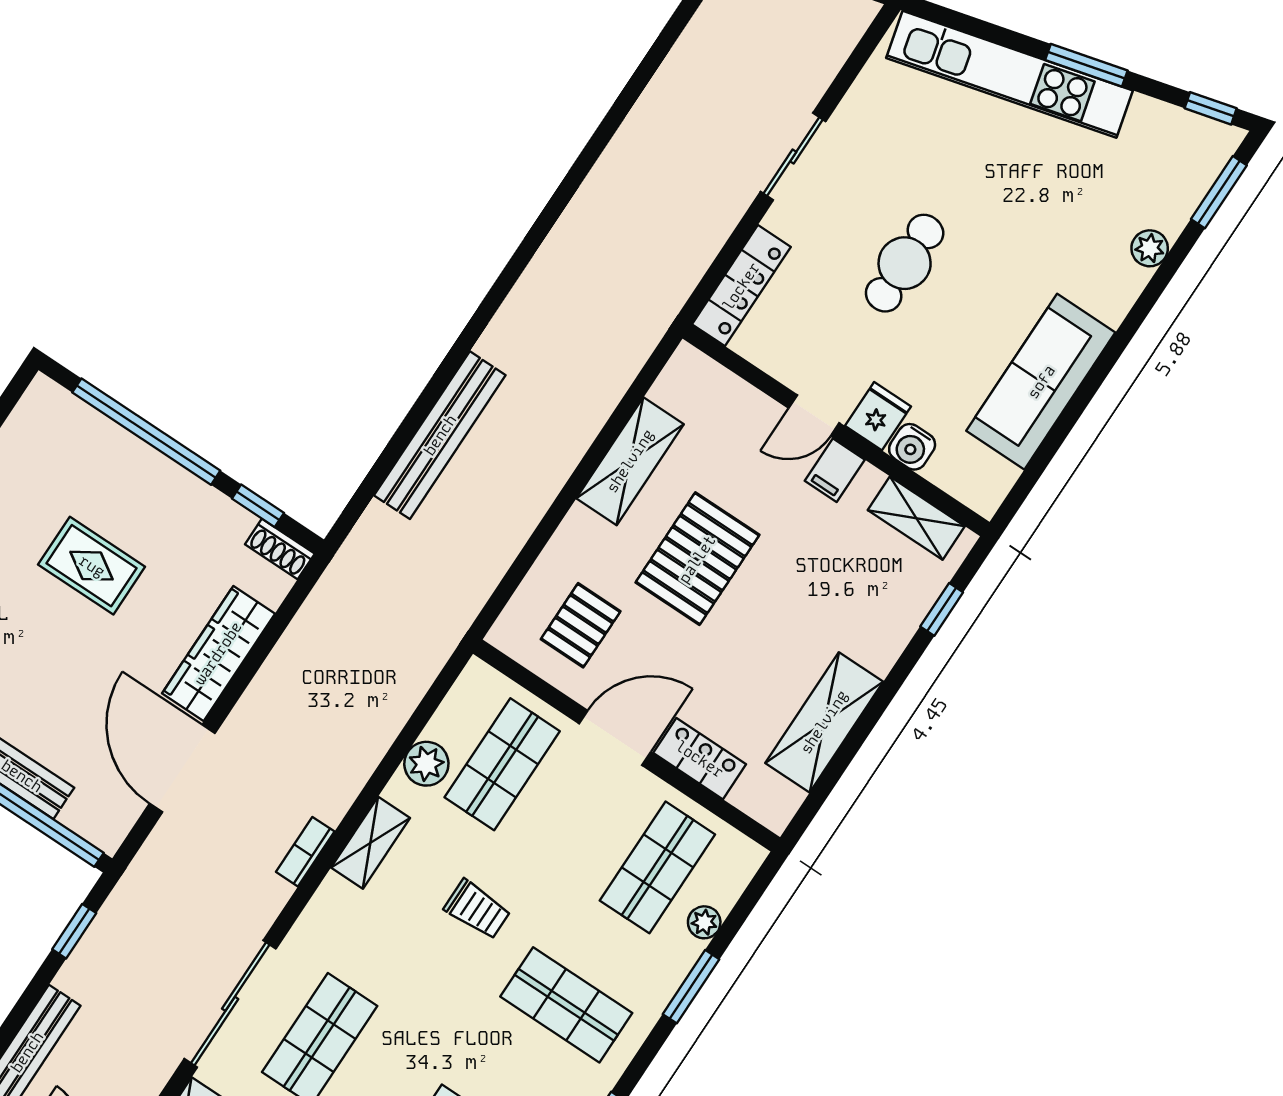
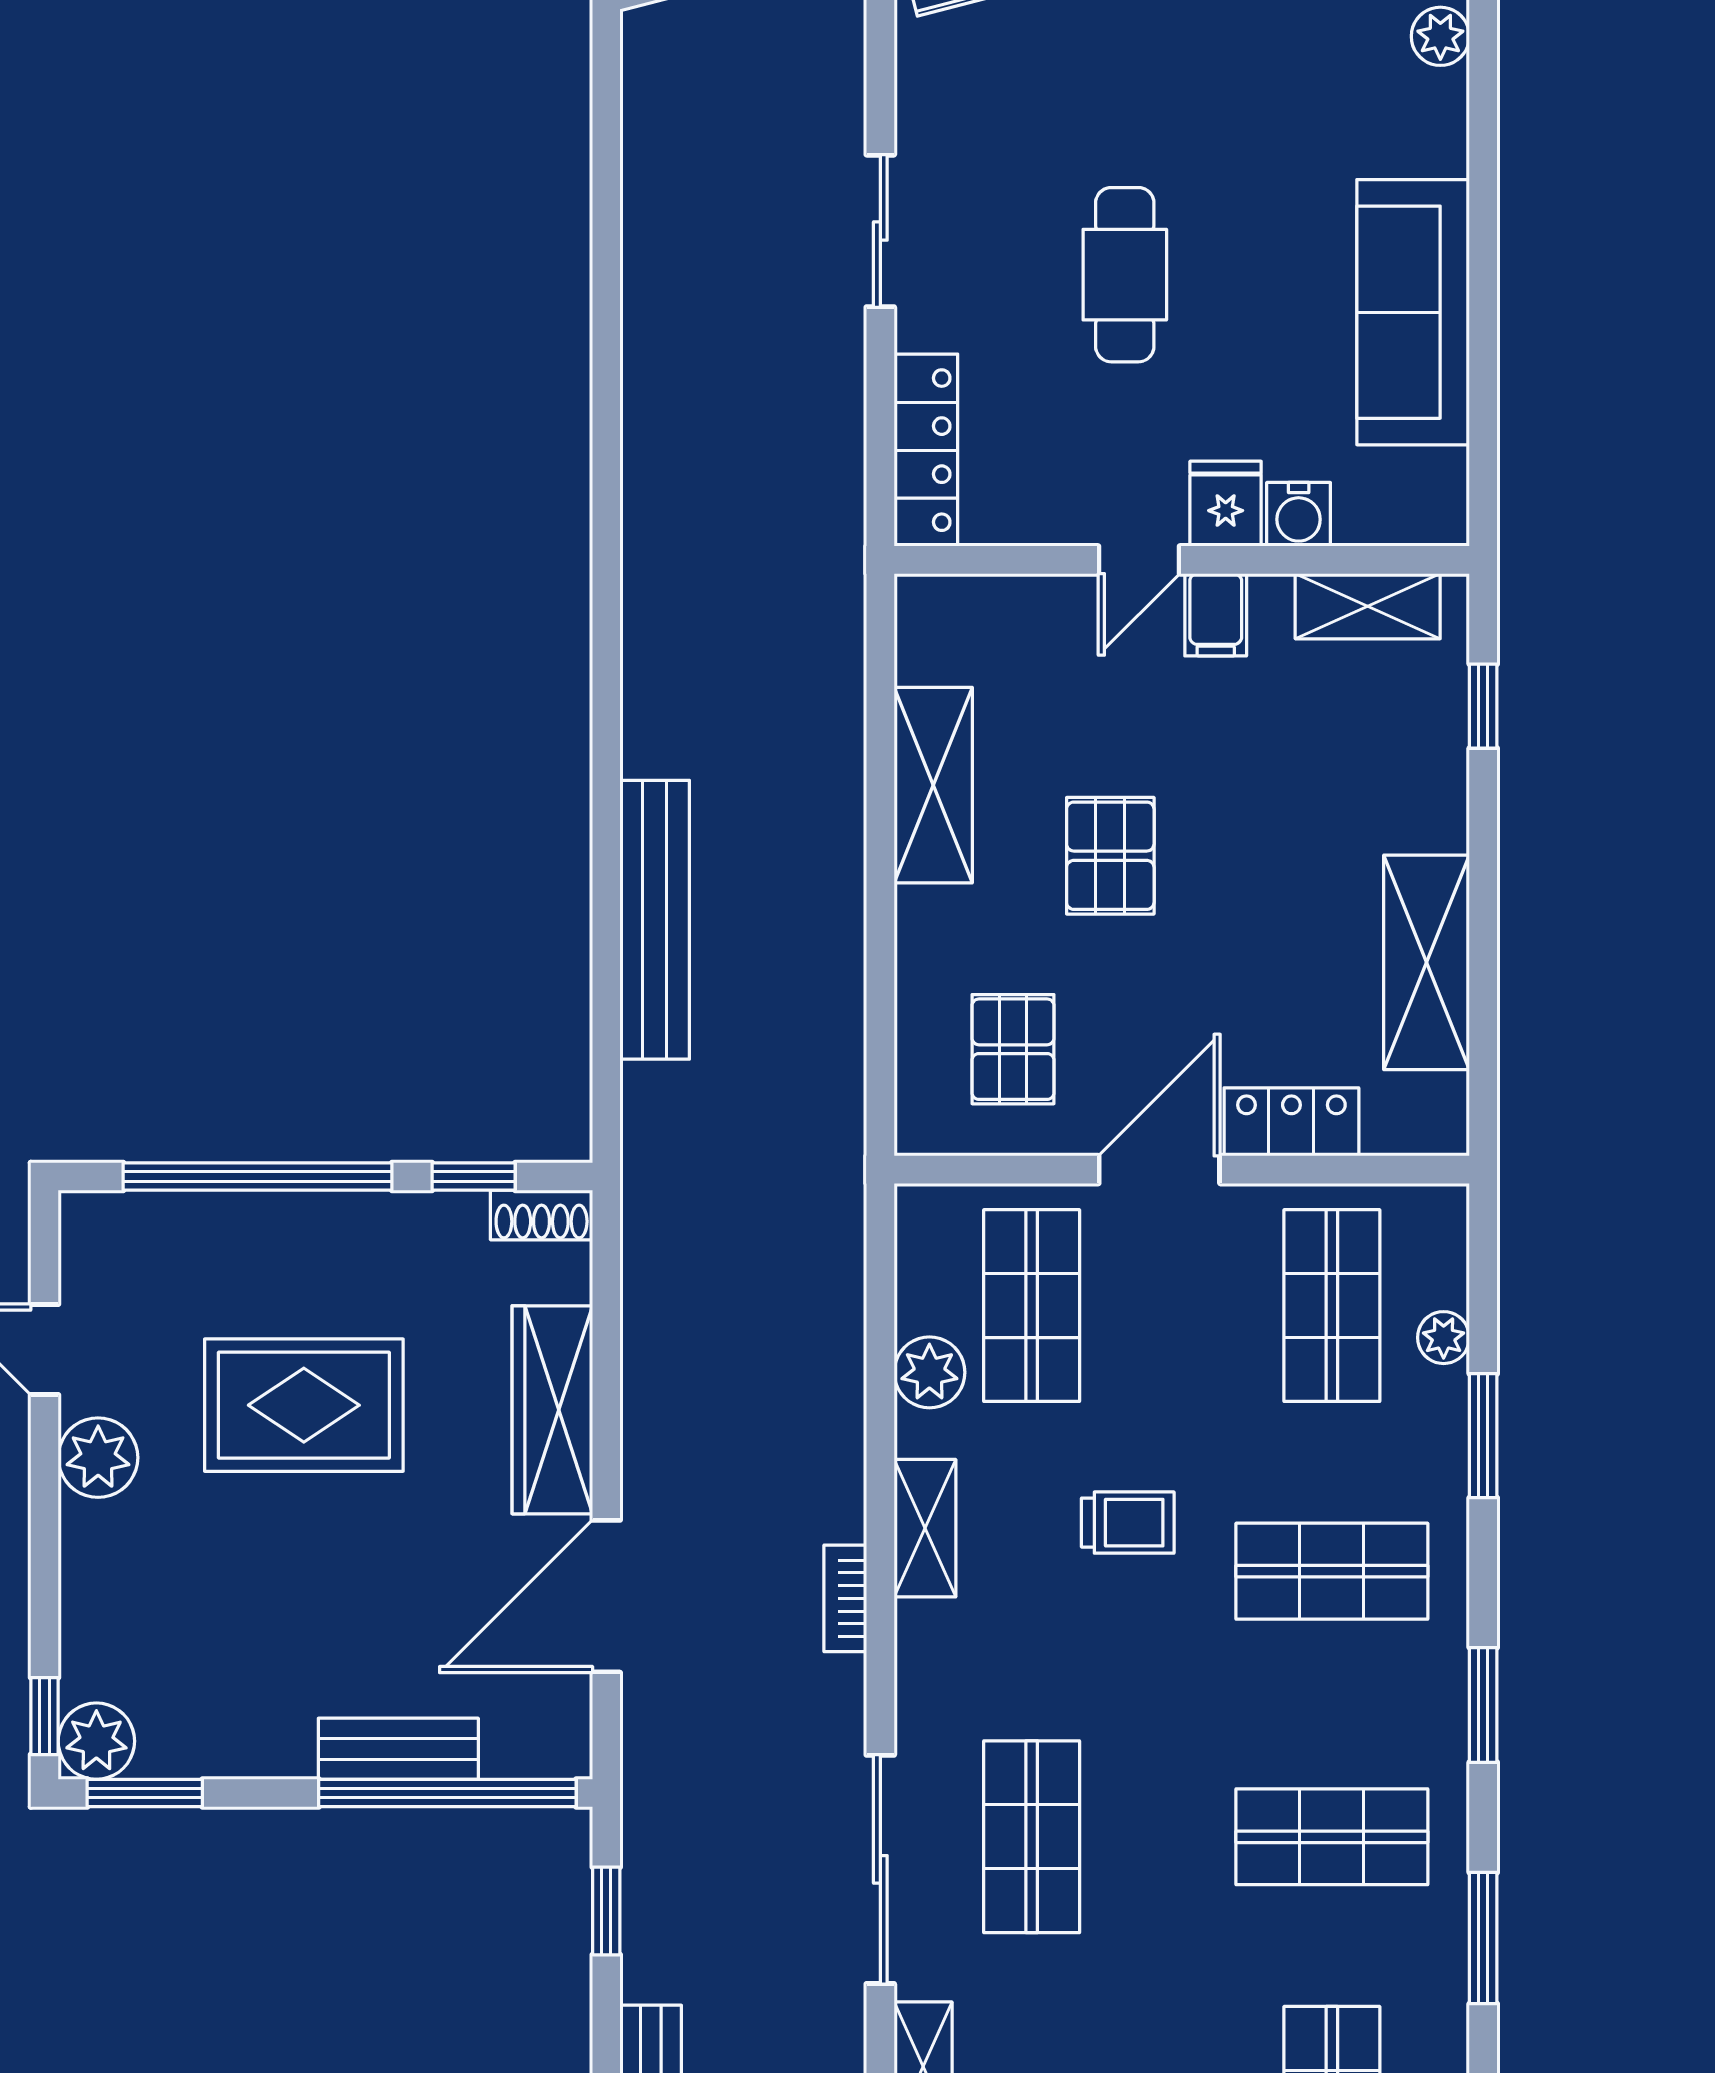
pallet: (697, 559) -> (1110, 856), width x0.67, depth x0.71
rug: (92, 566) -> (304, 1405), width x1.36, depth x1.43
door: (182, 768) -> (606, 1596), hinge flipped

